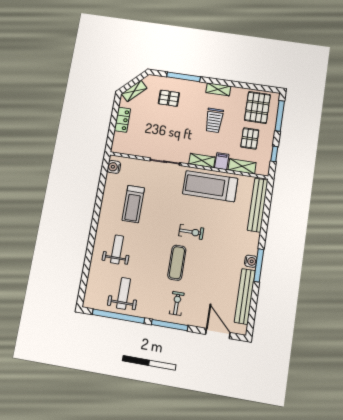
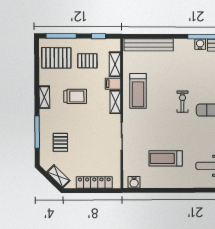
locker: (122, 120) -> (94, 182), width x1.53
treadmill: (210, 186) -> (138, 91), width x0.73, depth x0.73
treadmill: (133, 204) -> (166, 158), turned 180

